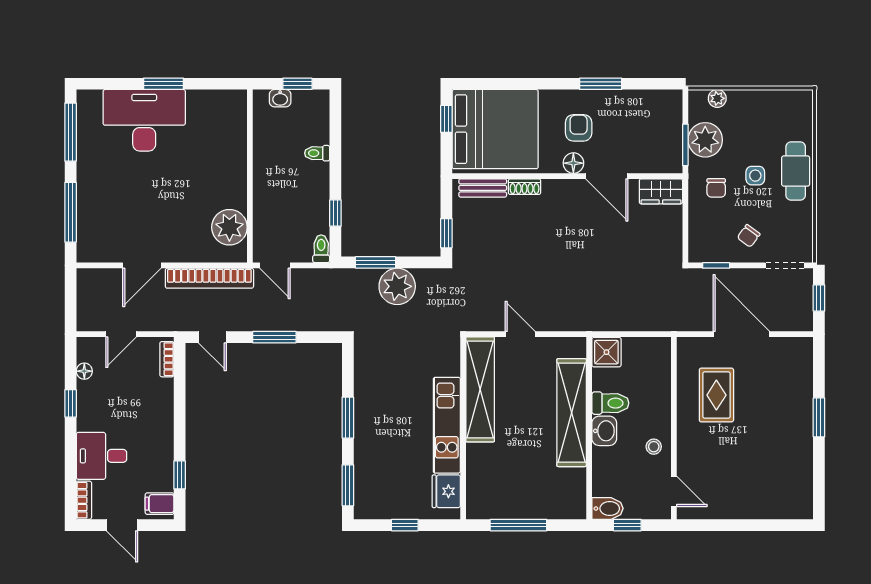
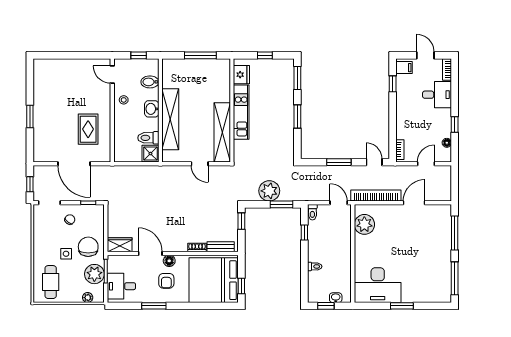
desk: (658, 118) -> (121, 286), added
desk: (144, 120) -> (378, 285), moved
cafe table: (796, 171) -> (51, 282), moved
chair: (716, 188) -> (88, 247), width x1.87, depth x1.87
toilet: (610, 403) -> (148, 138), moved
bidet: (607, 508) -> (150, 82), moved

